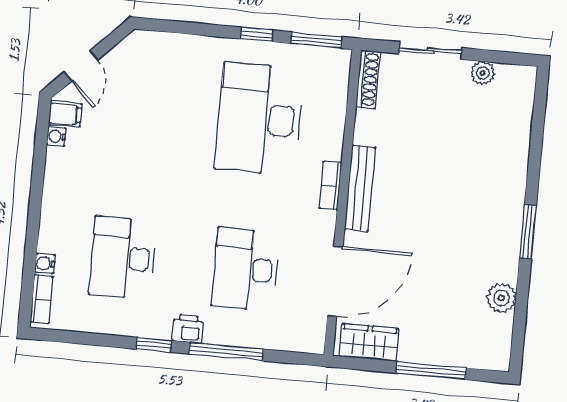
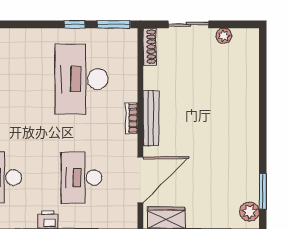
window: (528, 232) -> (263, 191), moved
plant: (501, 298) -> (249, 212), moved

